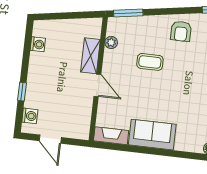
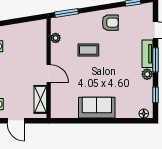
armchair: (181, 31) -> (110, 23), turned -90
shelving: (91, 56) -> (40, 99), moved
fireplace: (111, 136) -> (64, 112), removed

